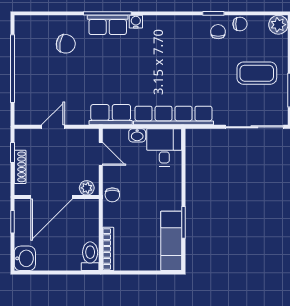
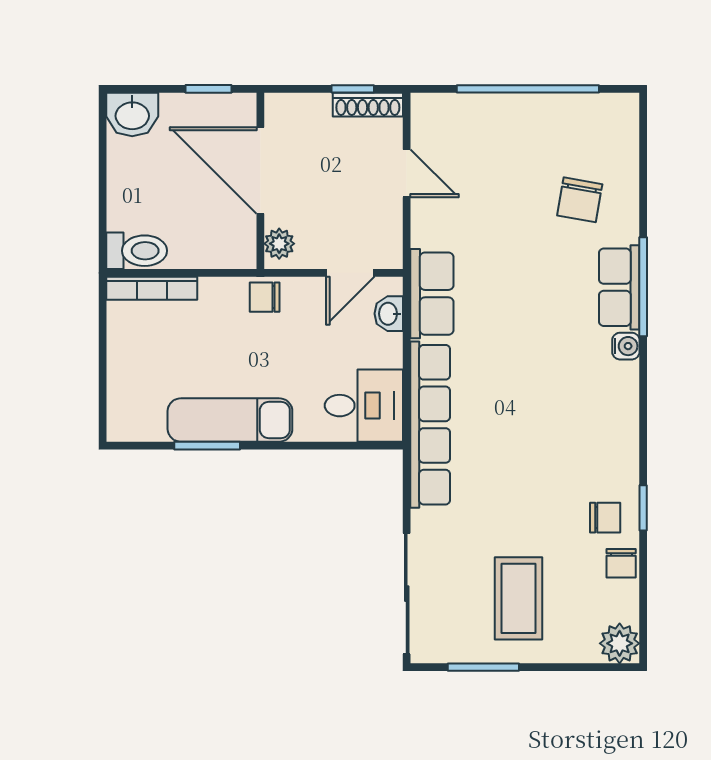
washbasin: (137, 135) -> (389, 314), moved
shoe rack: (20, 167) -> (368, 105), moved
exam couch: (171, 241) -> (230, 420), moved

